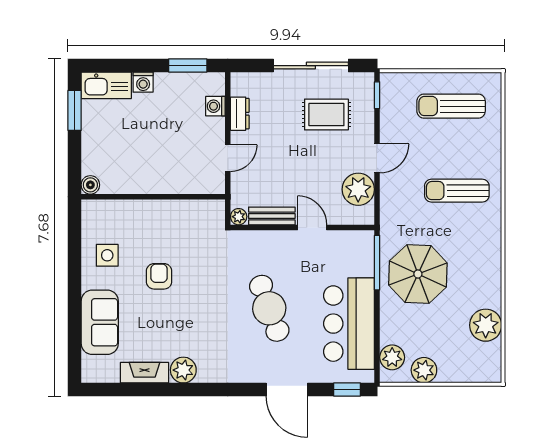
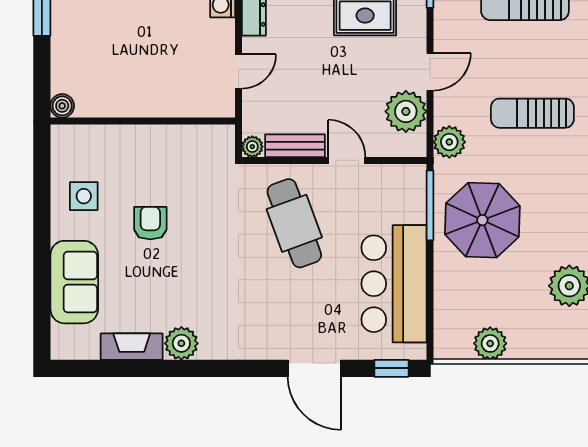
cafe table: (269, 308) -> (294, 223), moved
plant: (392, 357) -> (449, 142), moved

